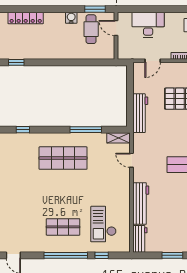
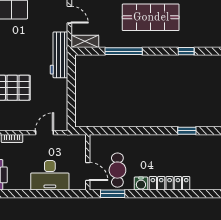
locker: (26, 18) -> (170, 183), moved
window: (16, 62) -> (187, 131), moved
workbench: (140, 113) -> (59, 55), moved
window: (23, 130) -> (186, 51), moved

